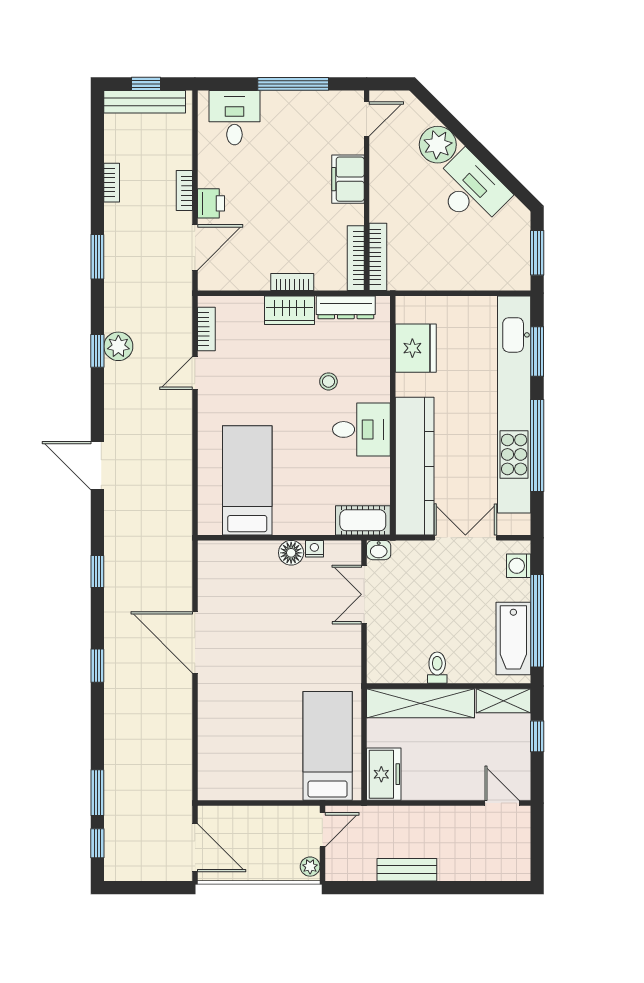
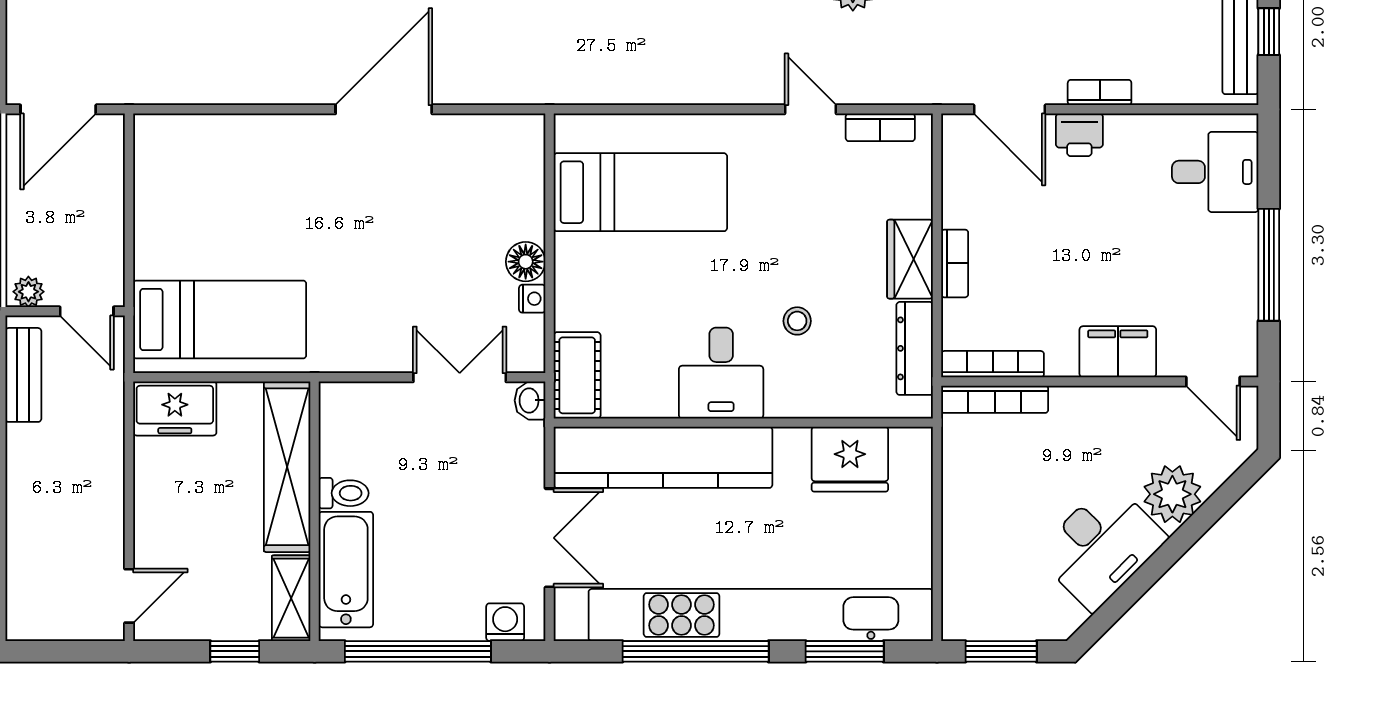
bathtub: (513, 638) -> (346, 570), moved, turned 90
bench: (407, 870) -> (23, 375), moved

